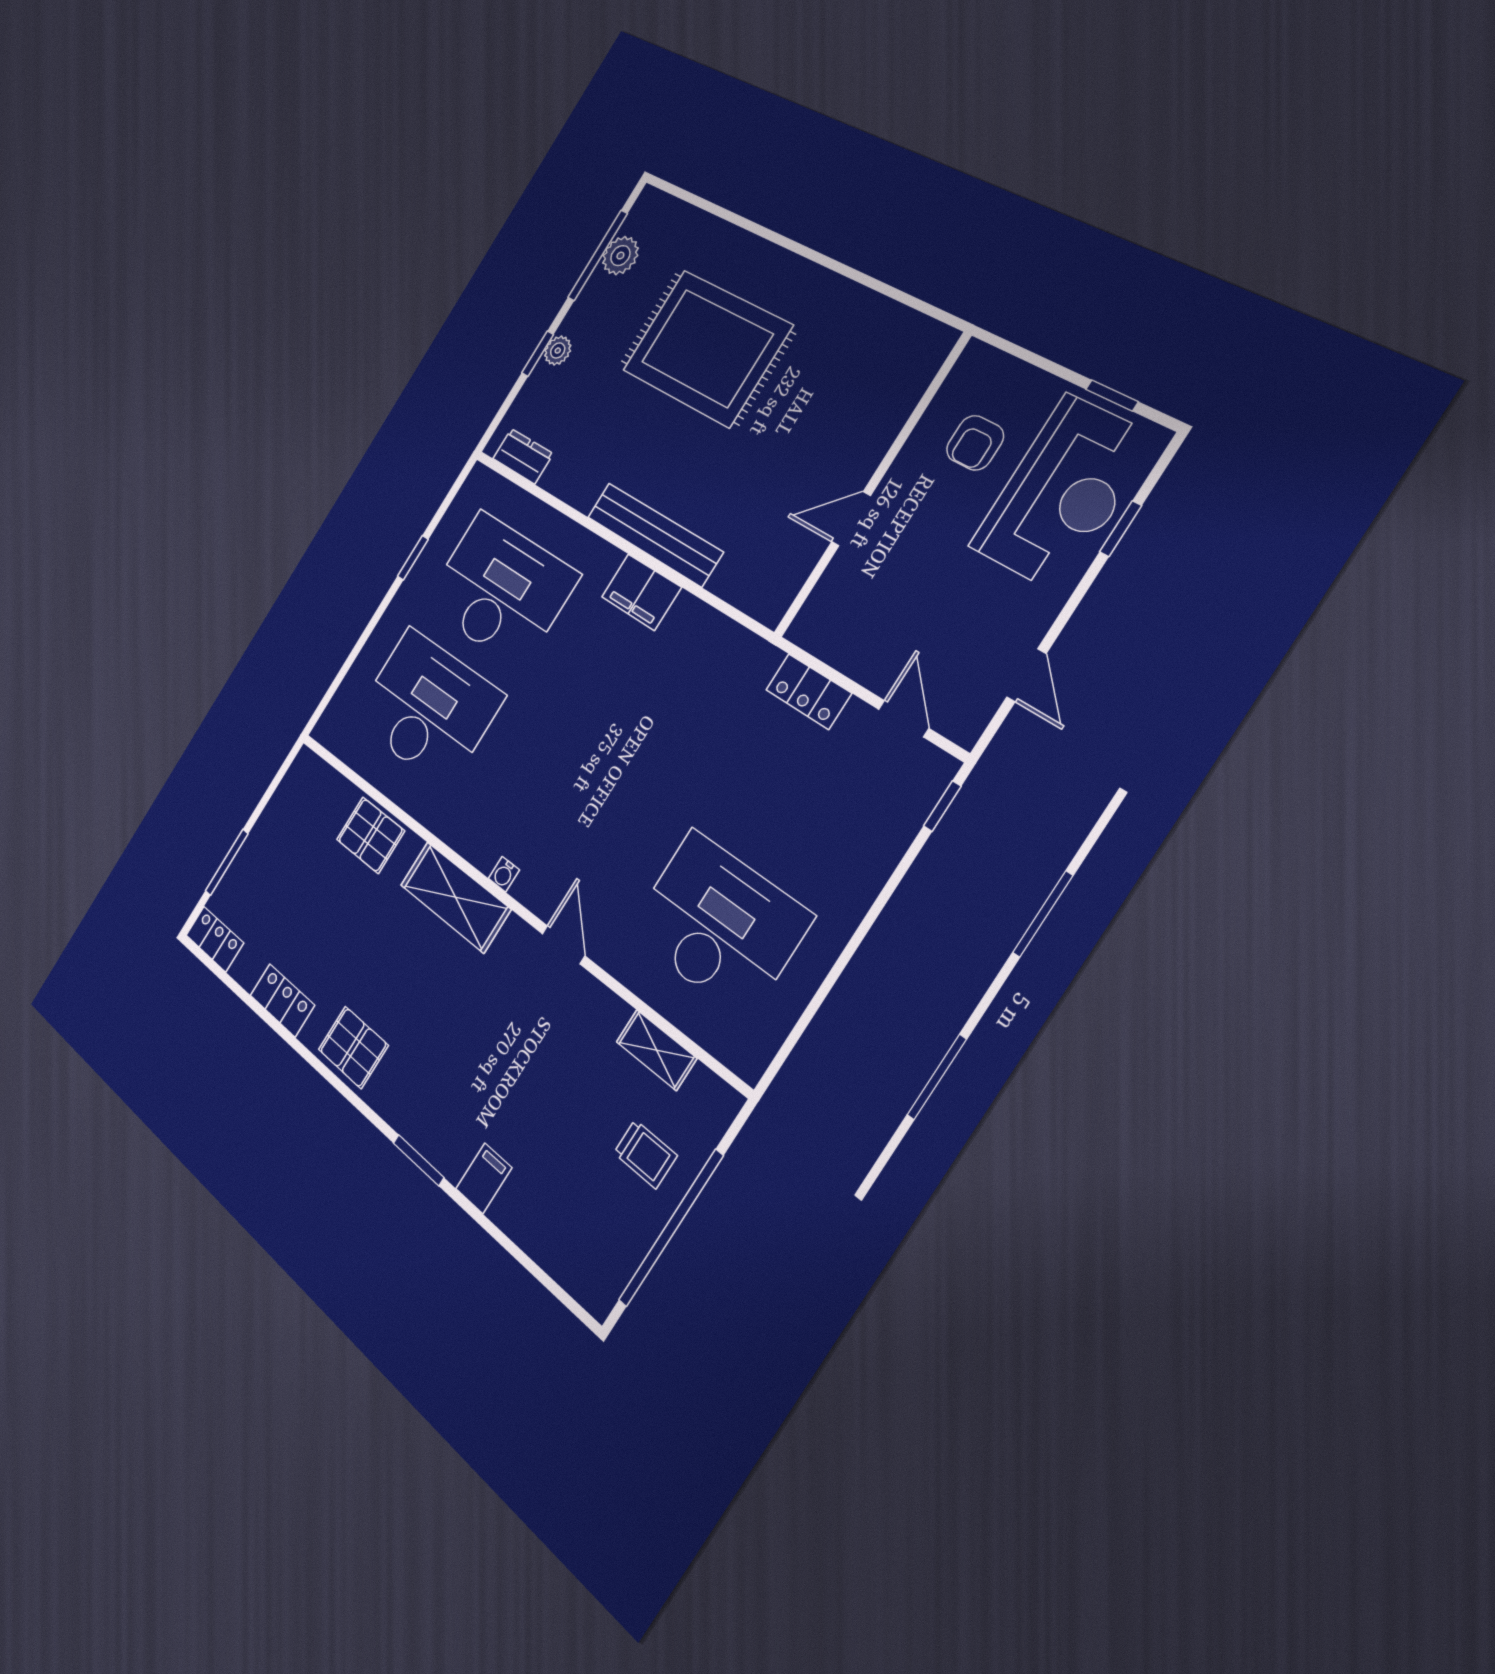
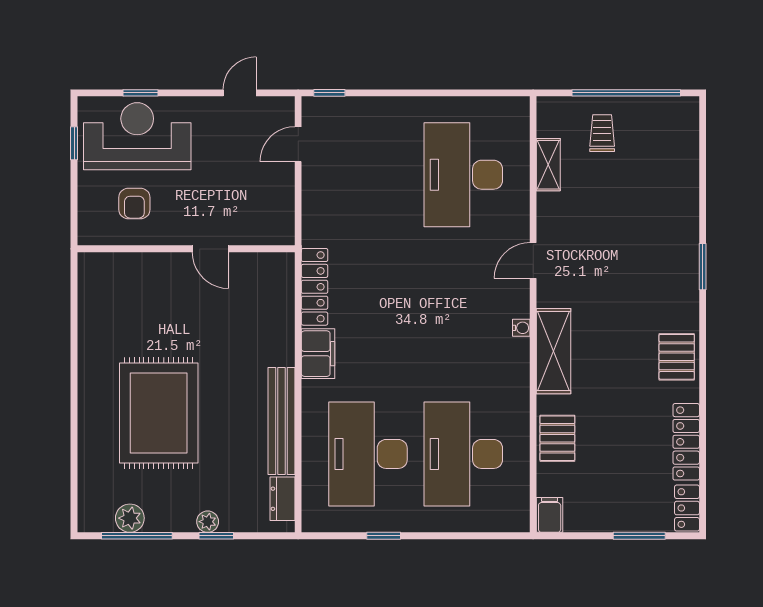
armchair: (975, 443) -> (134, 203), turned 90
bench: (654, 534) -> (281, 421), moved
locker: (809, 691) -> (315, 287), moved, width x1.53
locker: (282, 1000) -> (686, 442), width x1.53
filing cabinet: (484, 1178) -> (550, 515), moved, turned 90

